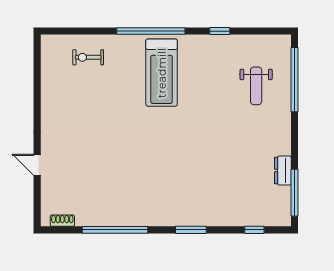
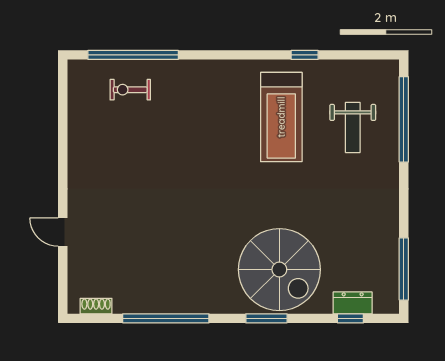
window: (151, 31) -> (133, 55), moved
treadmill: (162, 73) -> (281, 117), moved
dresser: (283, 170) -> (353, 303), moved, turned 90
spiral stairs: (201, 193) -> (279, 270), added

